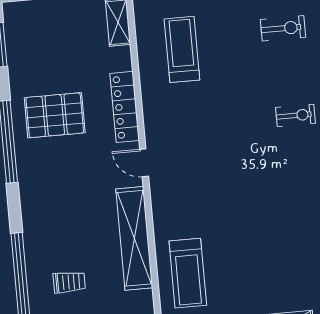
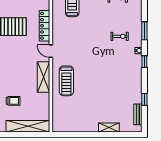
shelving: (134, 238) -> (44, 77), width x0.68
treadmill: (188, 273) -> (66, 81), moved

